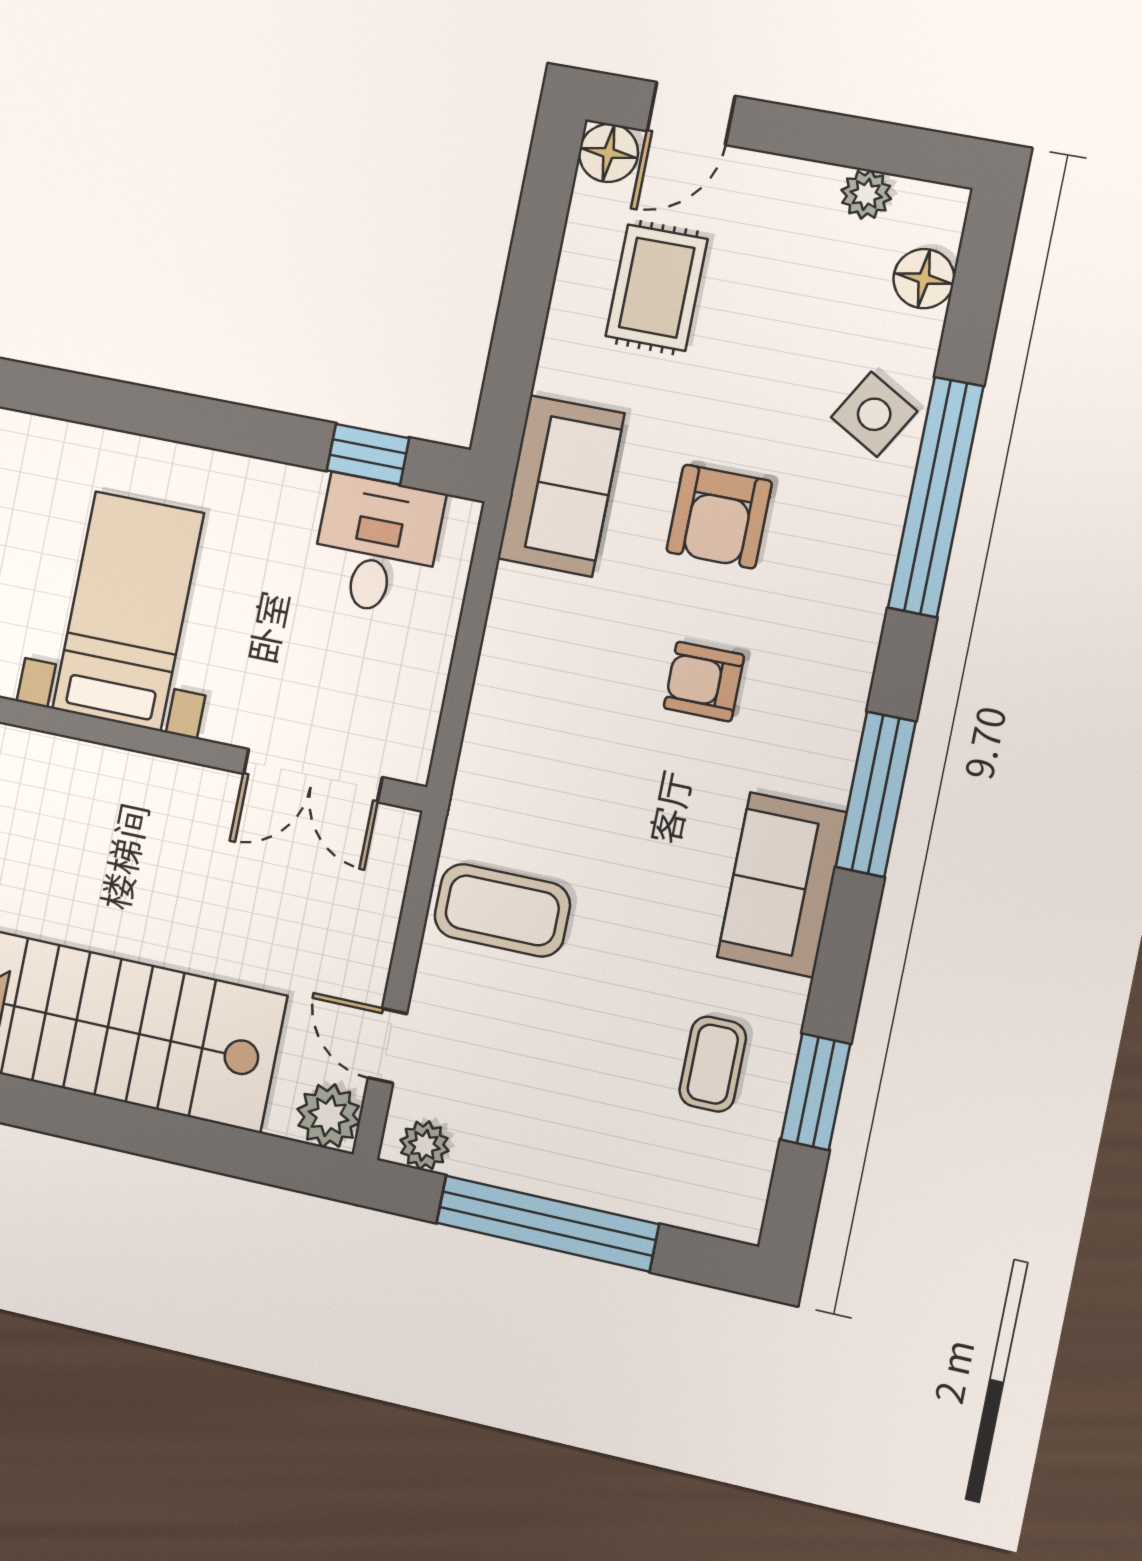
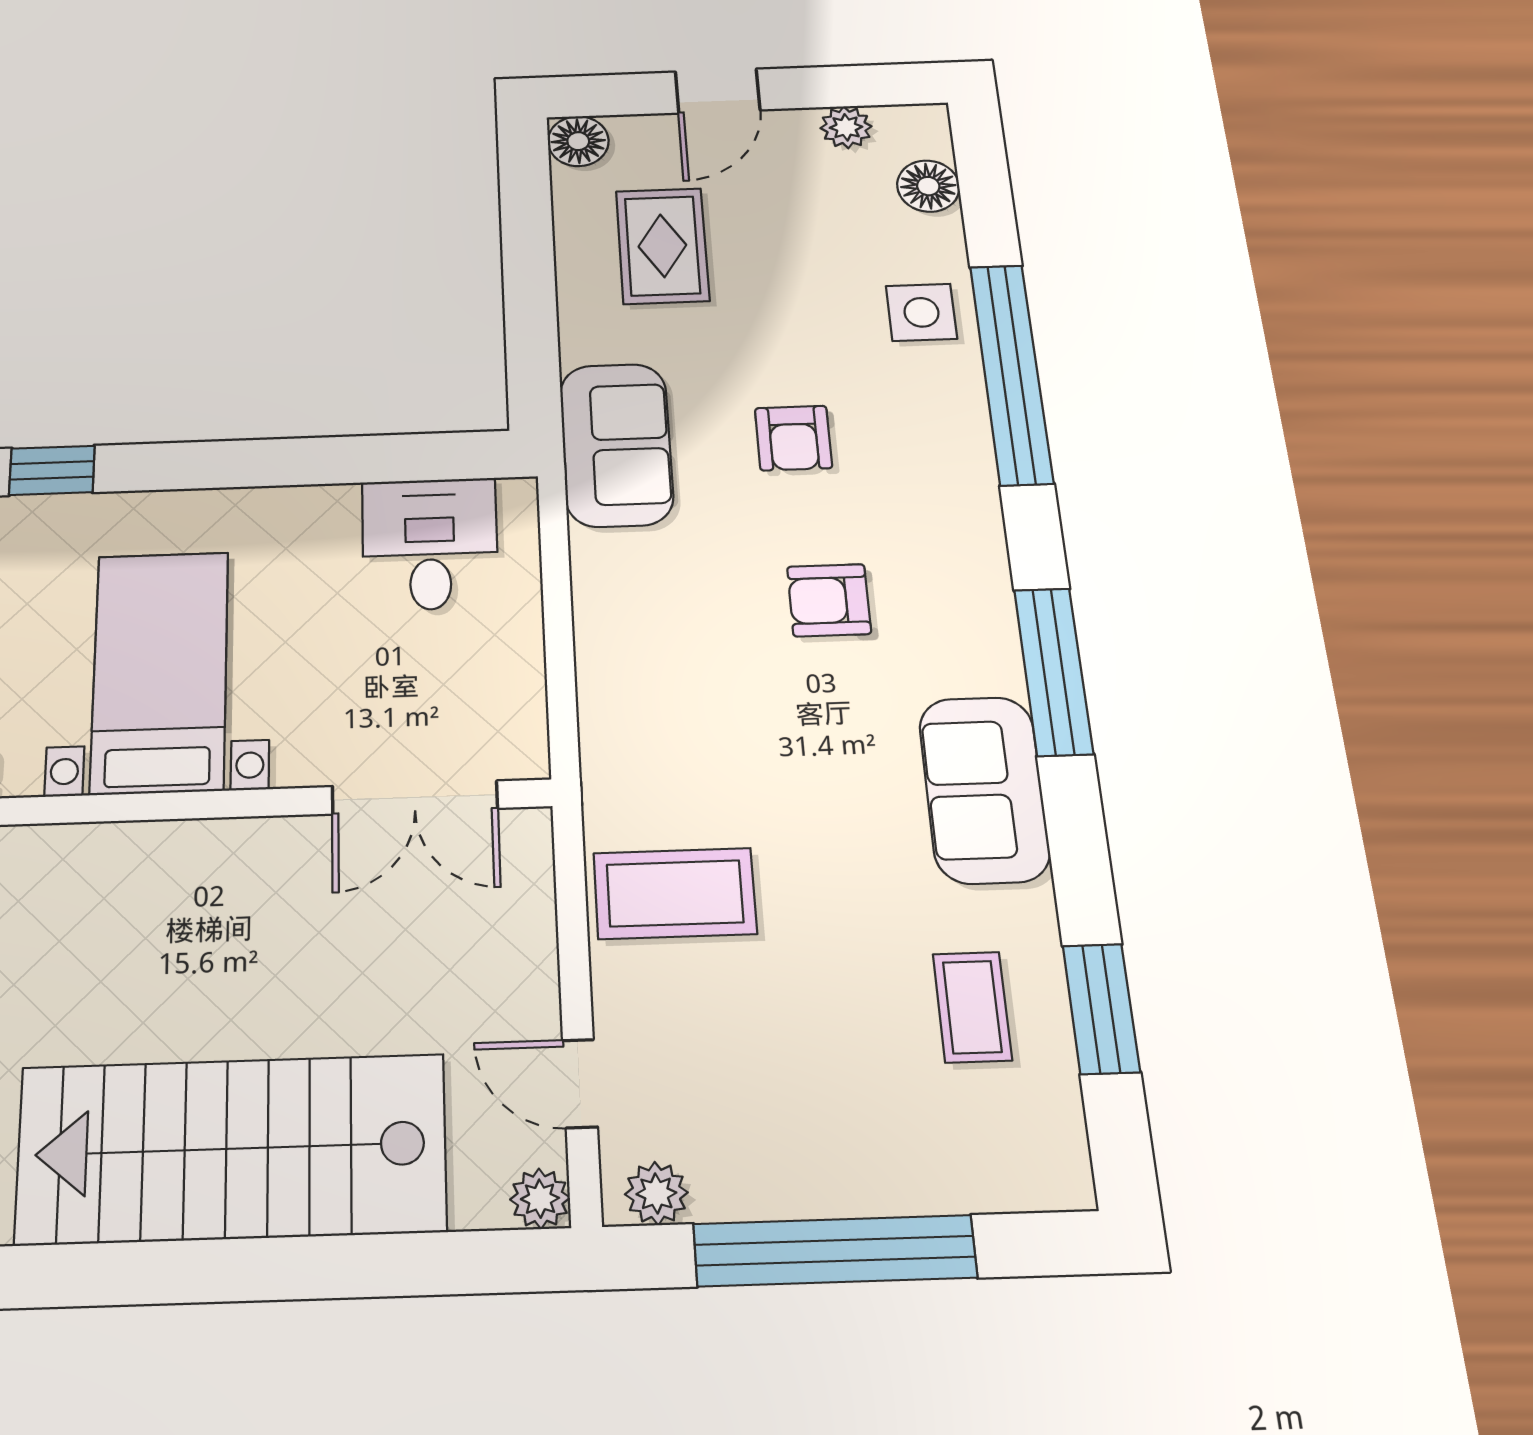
door: (691, 113) -> (718, 91), moved
side table: (874, 414) -> (921, 312), turned -30
window: (368, 454) -> (52, 470), moved
armchair: (719, 517) -> (793, 438), width x0.72, depth x0.72
plant: (329, 1116) -> (540, 1199), width x0.73, depth x0.73

